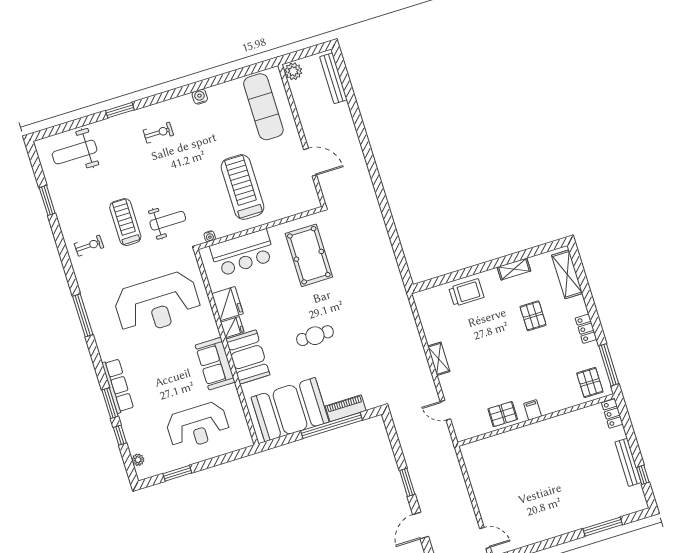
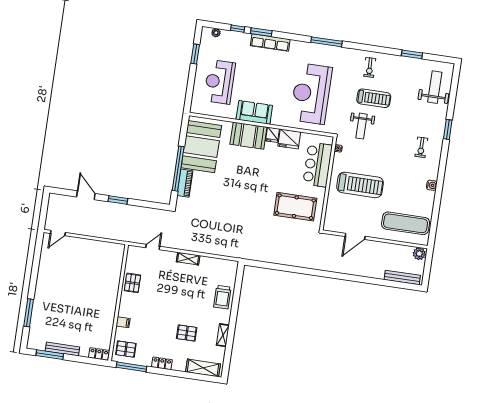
cafe table: (315, 336) -> (241, 186), removed
filing cabinet: (533, 410) -> (123, 322), moved
window: (643, 475) -> (50, 355), width x2.17

